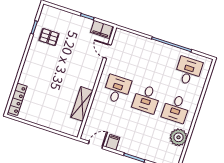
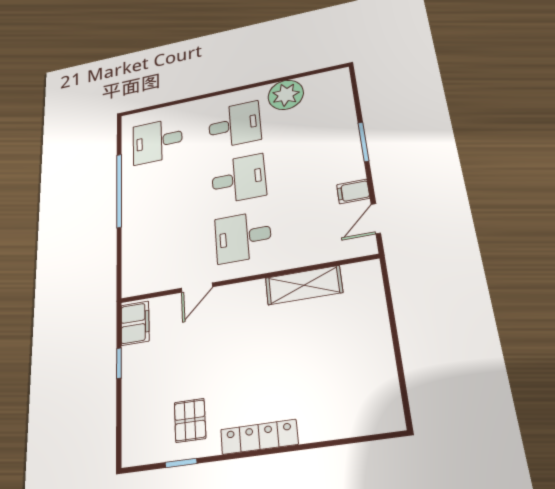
door: (107, 51) -> (197, 288), moved
locker: (17, 99) -> (259, 437), moved
door: (96, 145) -> (376, 219), hinge flipped

